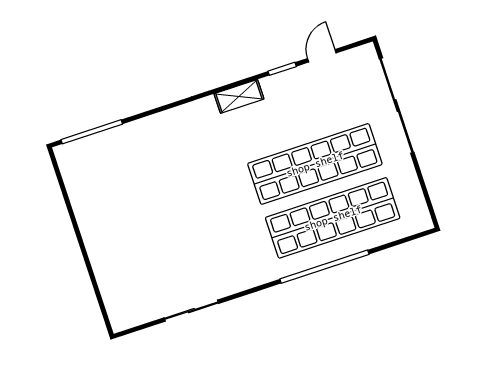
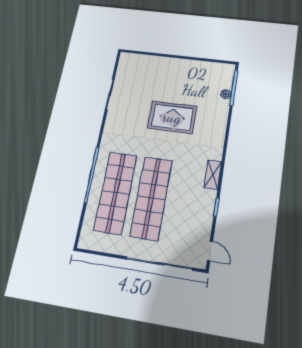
door: (322, 56) -> (210, 251), moved
plant: (108, 138) -> (226, 94), added
rug: (182, 198) -> (172, 117), added

